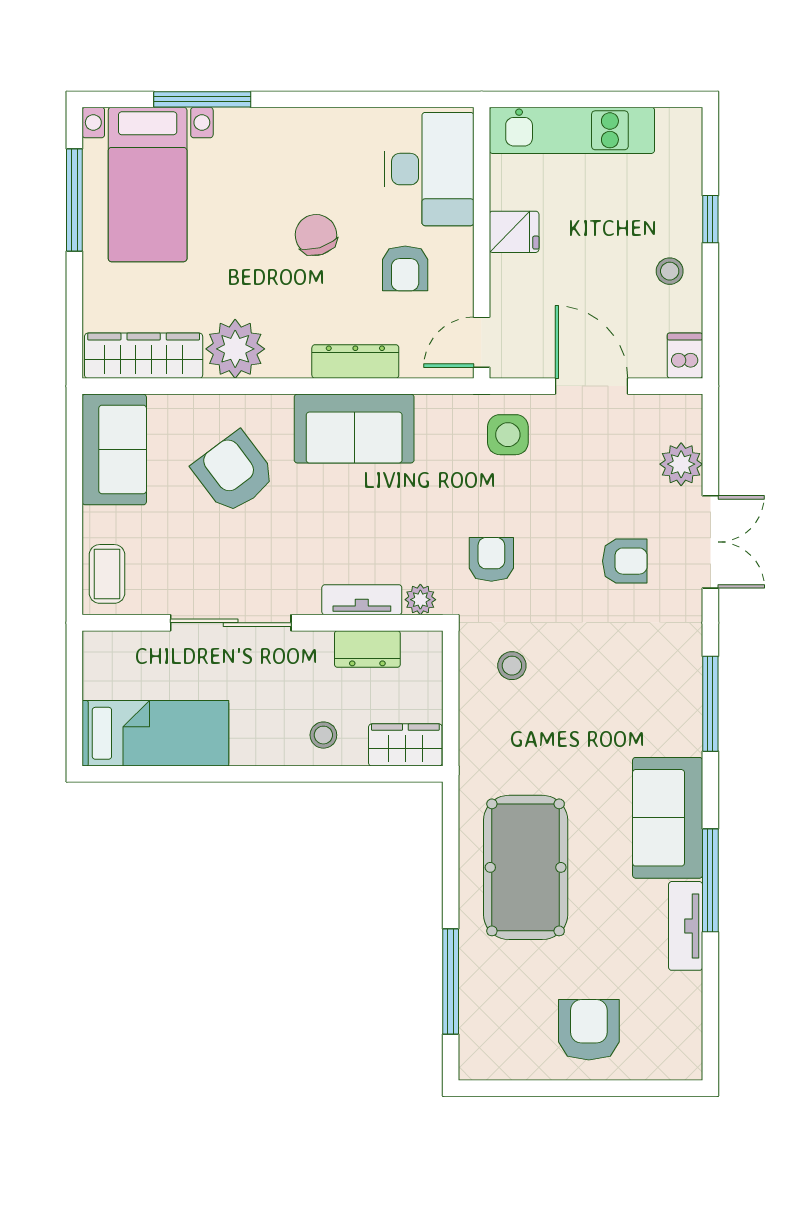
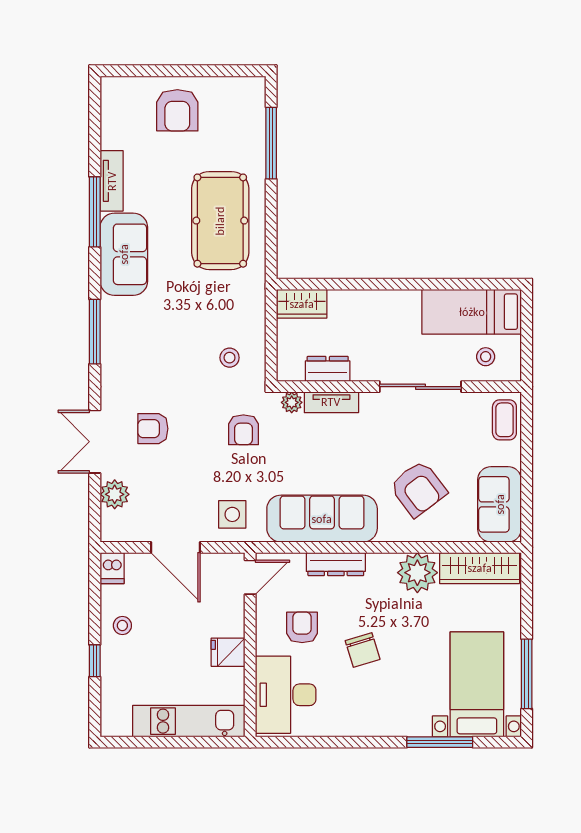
sofa: (354, 429) -> (322, 519), width x1.36
stool: (323, 735) -> (486, 357), moved

